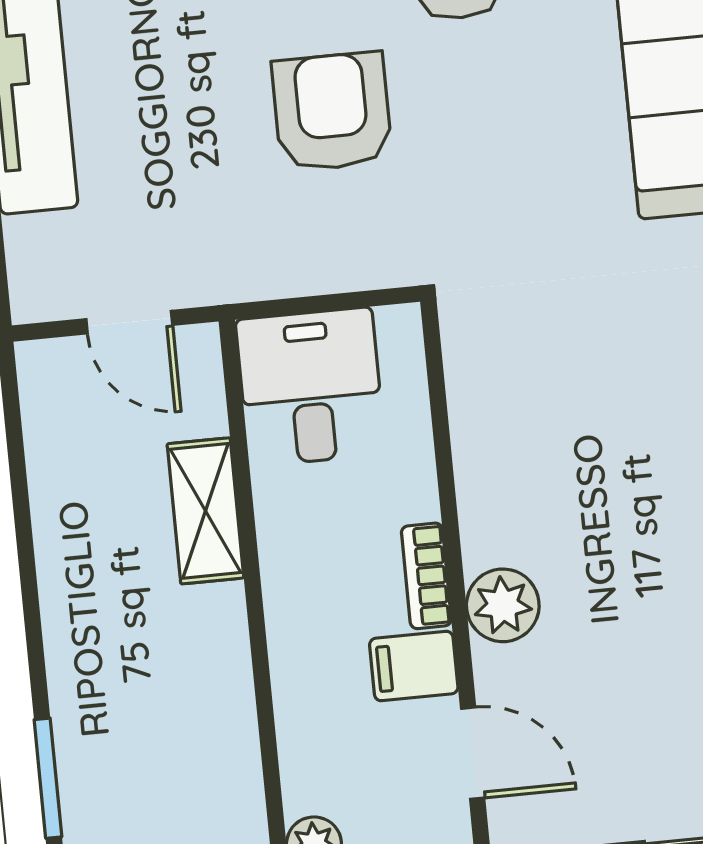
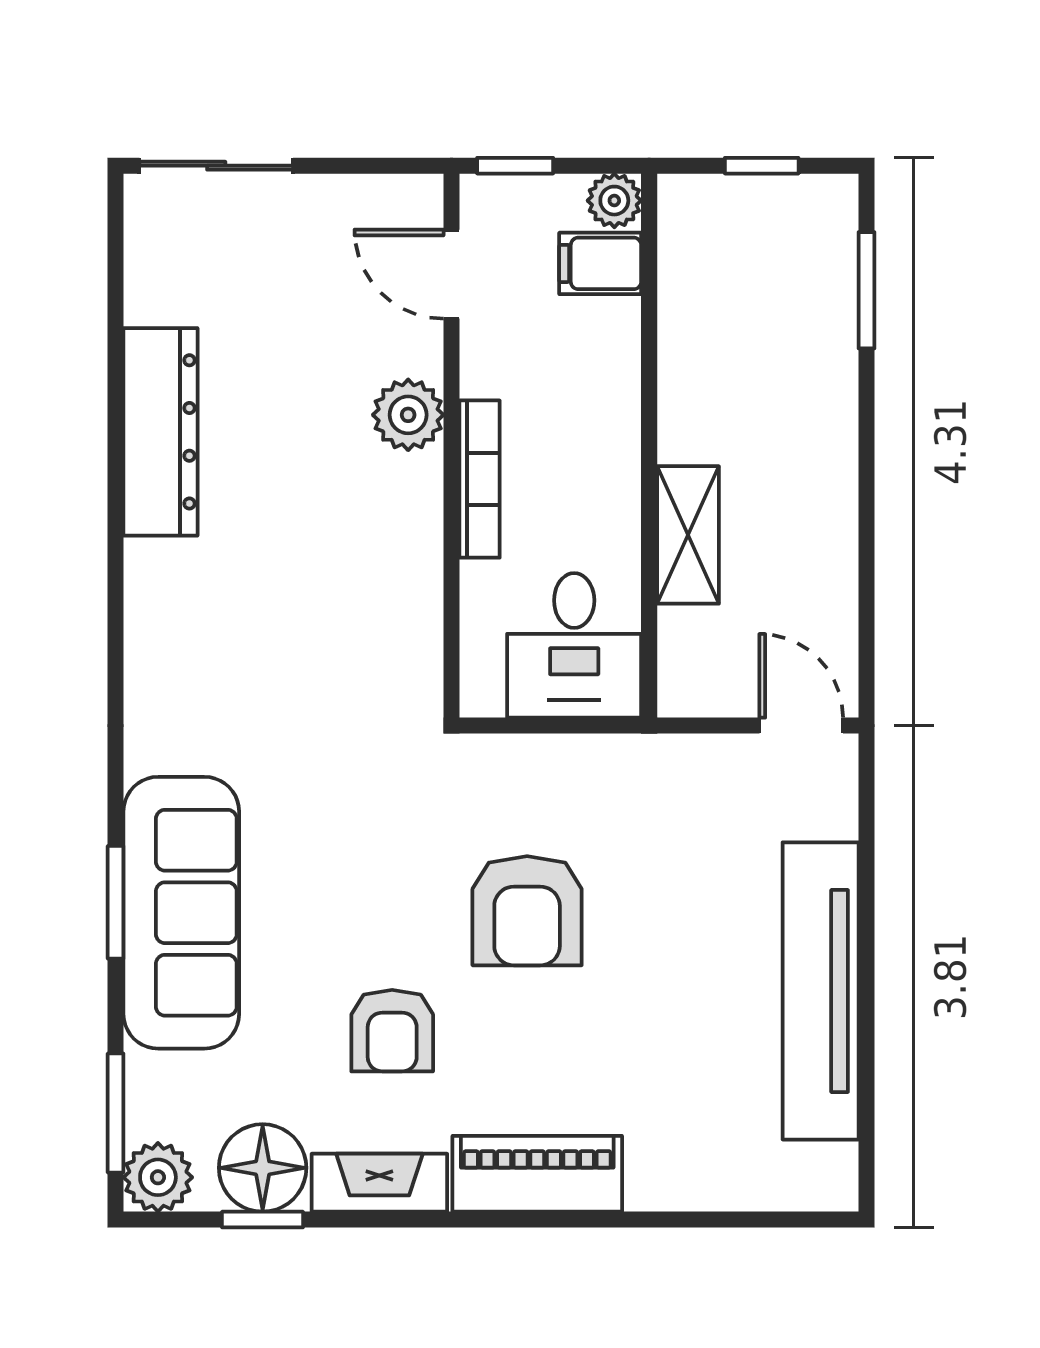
door: (129, 322) -> (801, 726), moved
bookcase: (426, 576) -> (480, 479), width x1.56
filing cabinet: (414, 666) -> (600, 263), moved, turned 180

